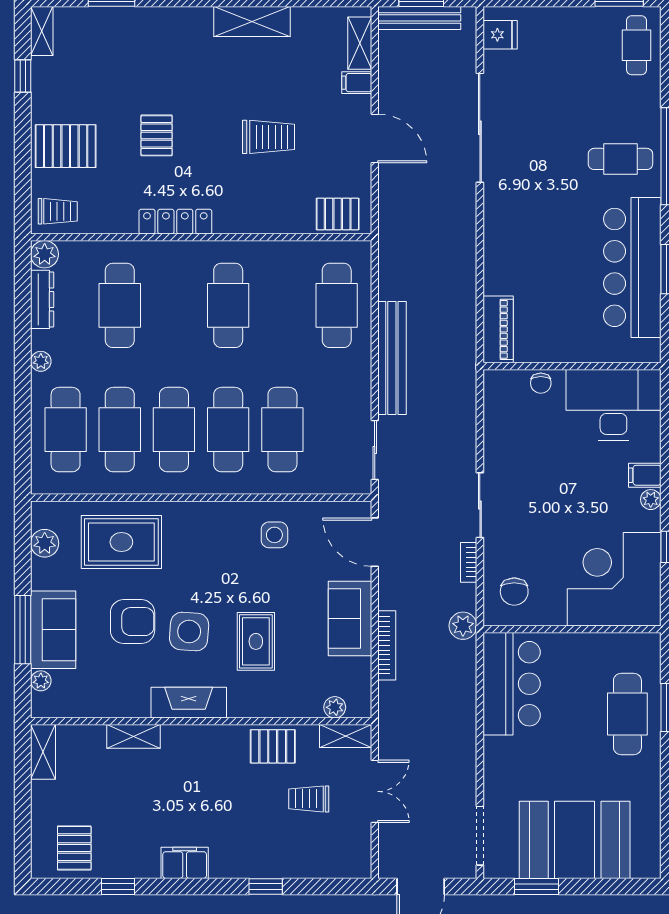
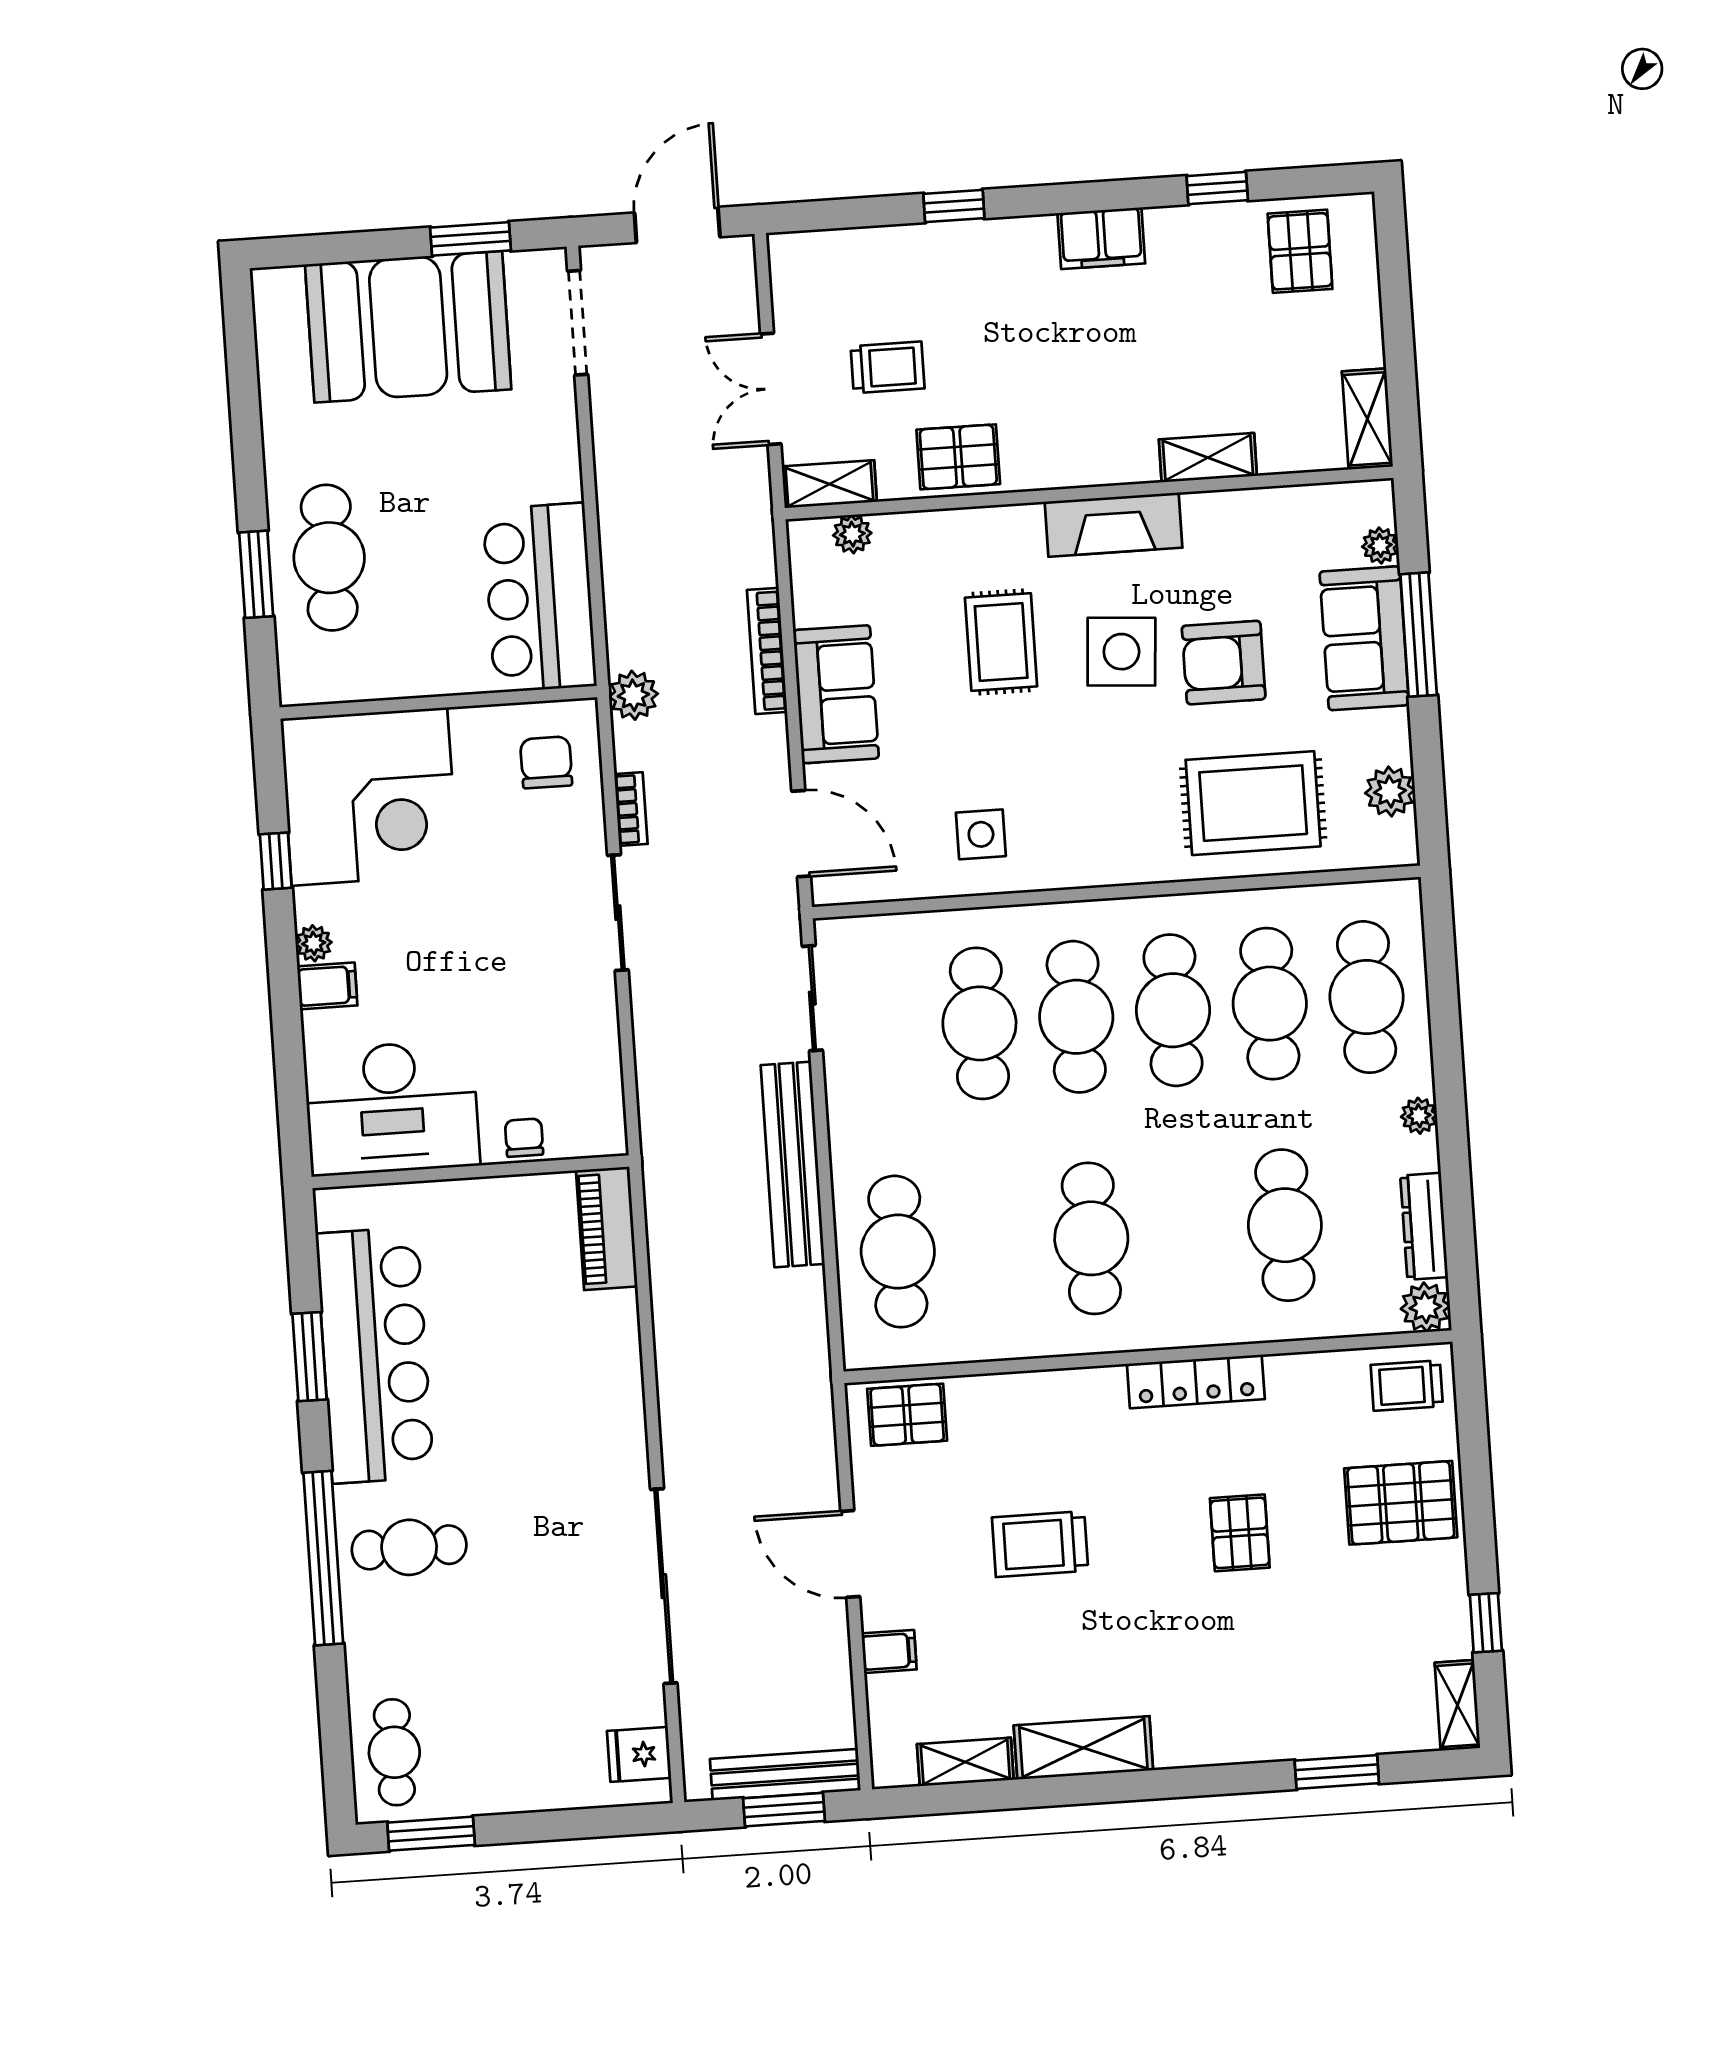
shelving: (360, 43) -> (965, 1762), moved, turned 90

